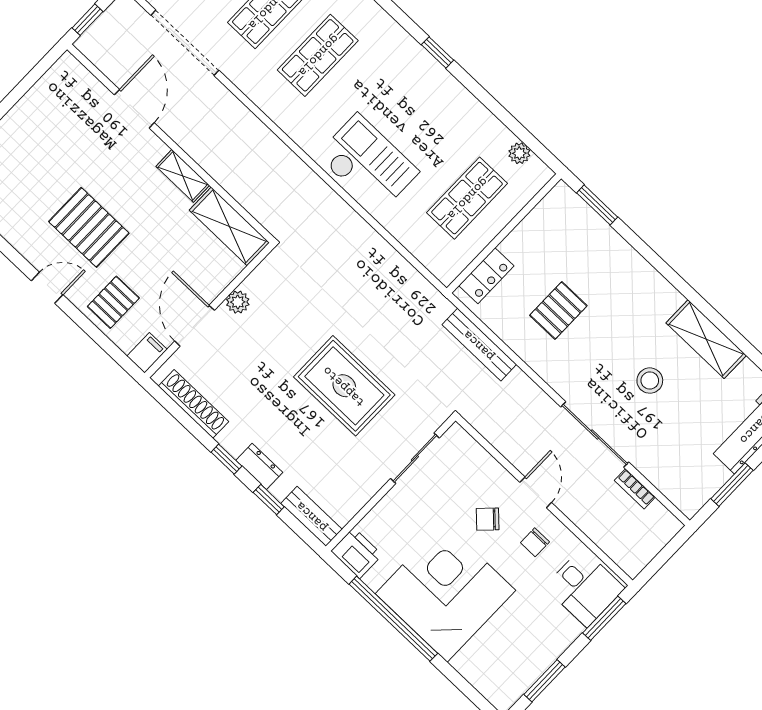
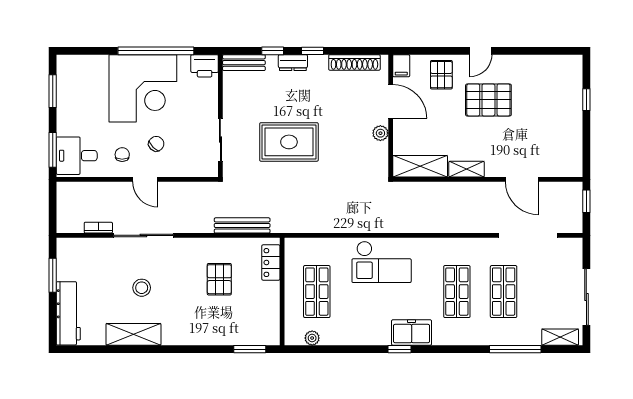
freezer: (408, 58) -> (412, 332), added

